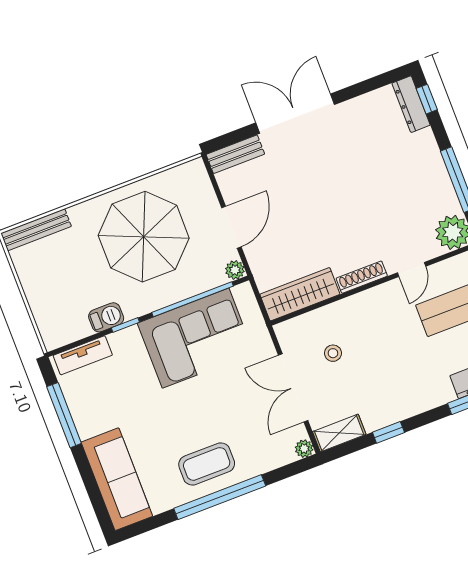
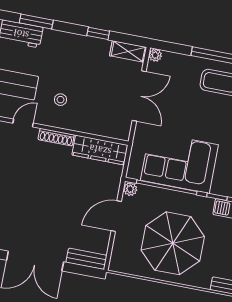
stool: (333, 353) -> (60, 100), moved

